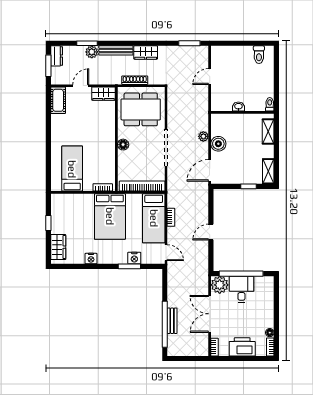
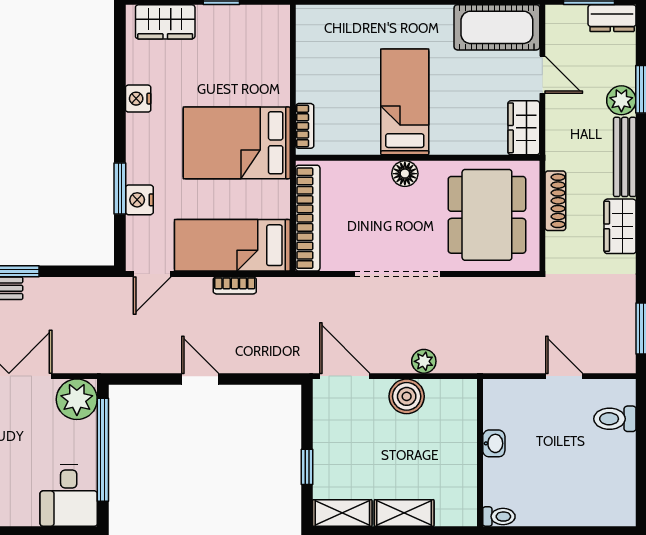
toilet: (259, 55) -> (615, 419), moved
cot: (58, 100) -> (497, 27), width x1.37, depth x1.34
shelving: (268, 132) -> (404, 513), moved
bed: (72, 169) -> (405, 102), moved, turned -90
desk: (241, 289) -> (69, 496), moved, turned 90

